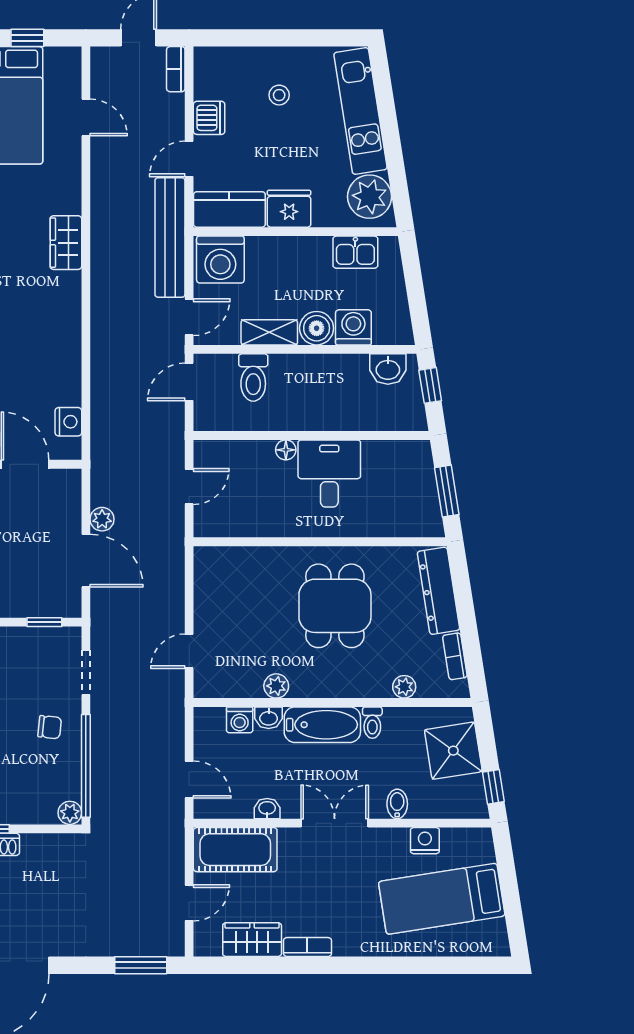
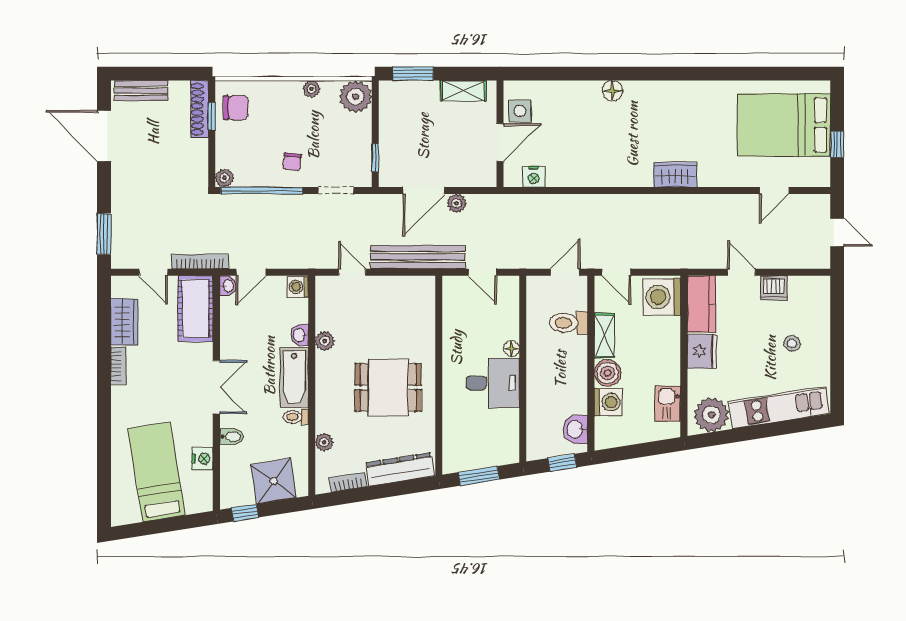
bookcase: (176, 69) -> (200, 262), moved, width x1.56
bench: (170, 237) -> (418, 257), moved
door: (189, 382) -> (565, 272), hinge flipped
washing machine: (240, 720) -> (298, 287), moved
washbasin: (267, 809) -> (228, 286), moved

